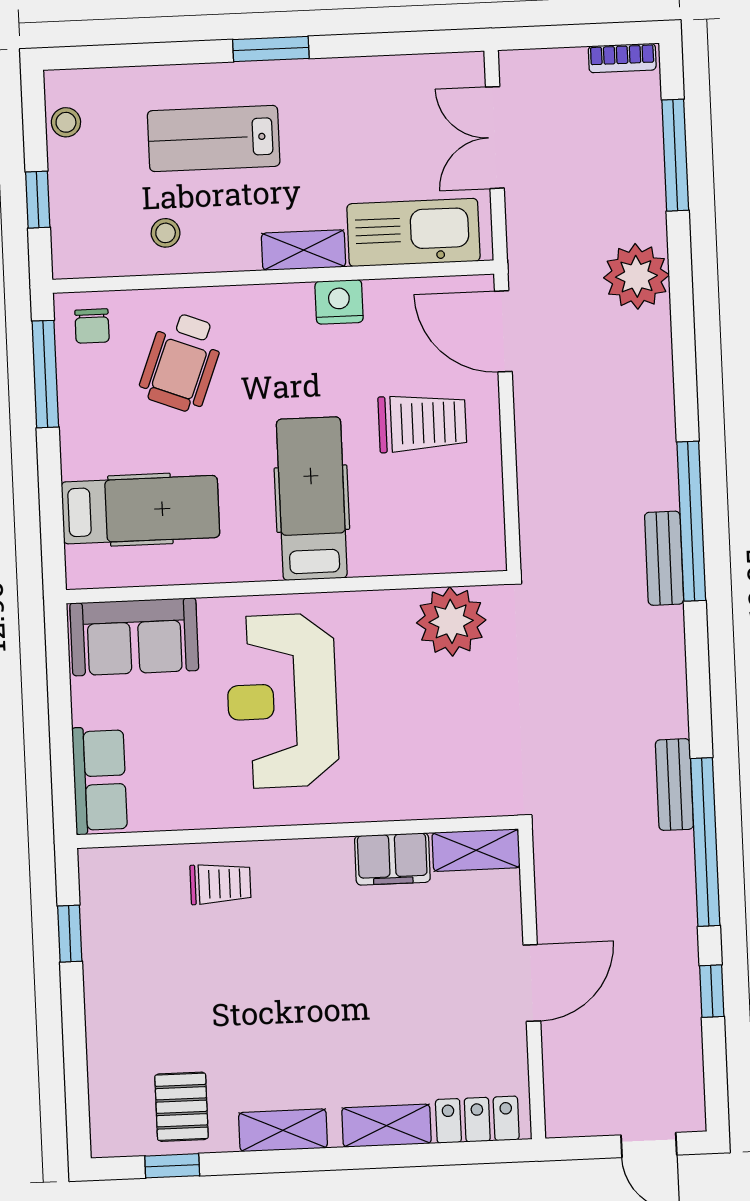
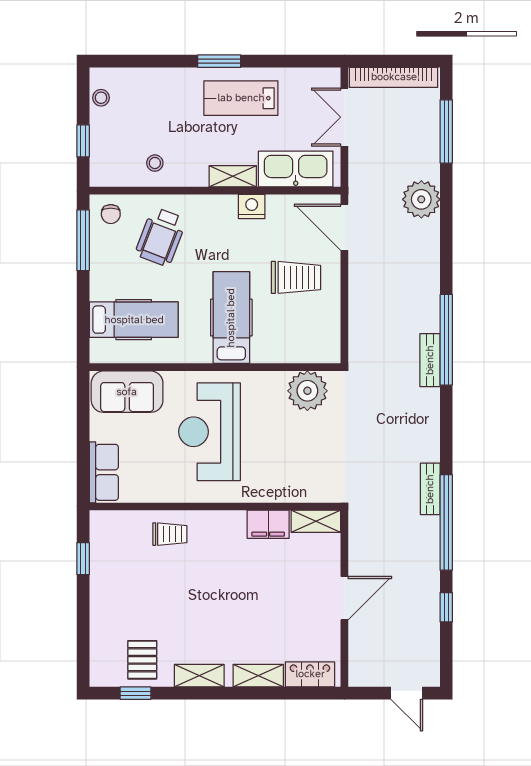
bookcase: (622, 58) -> (394, 77), width x2.31, depth x1.31
lab bench: (214, 138) -> (241, 98), moved

